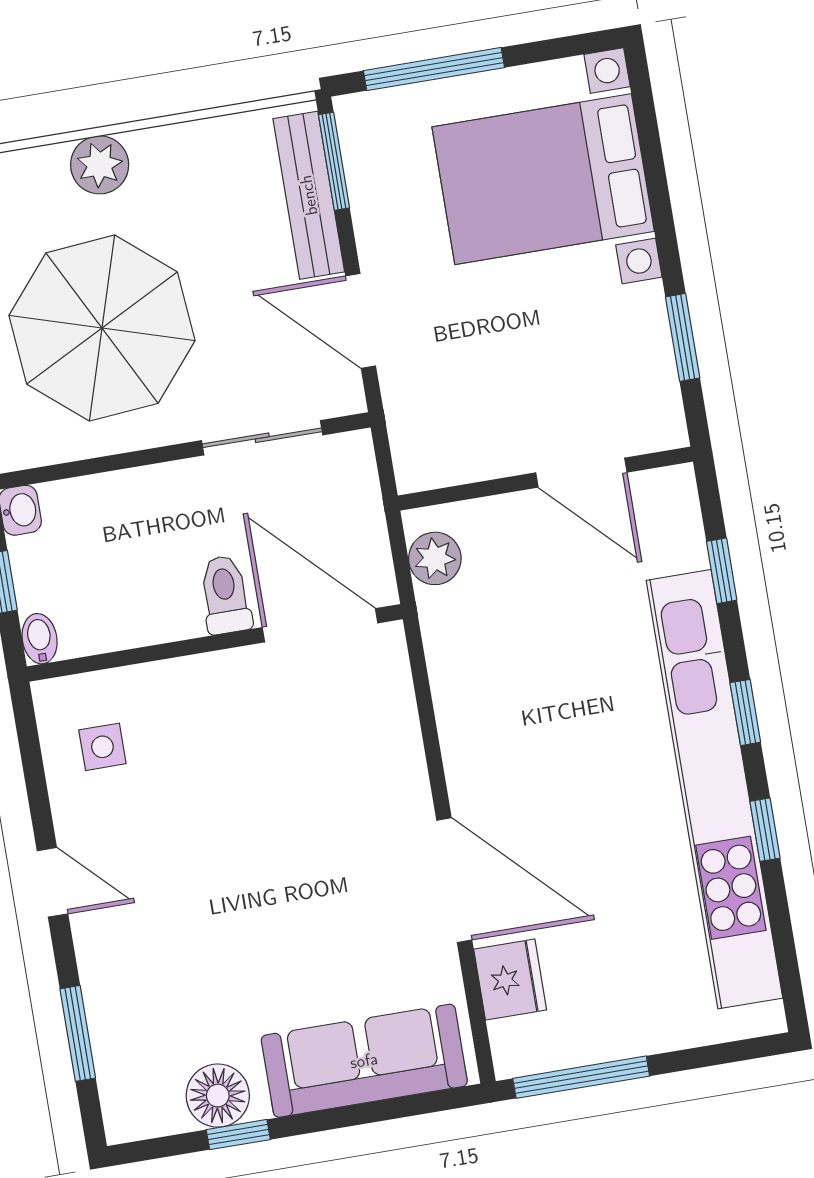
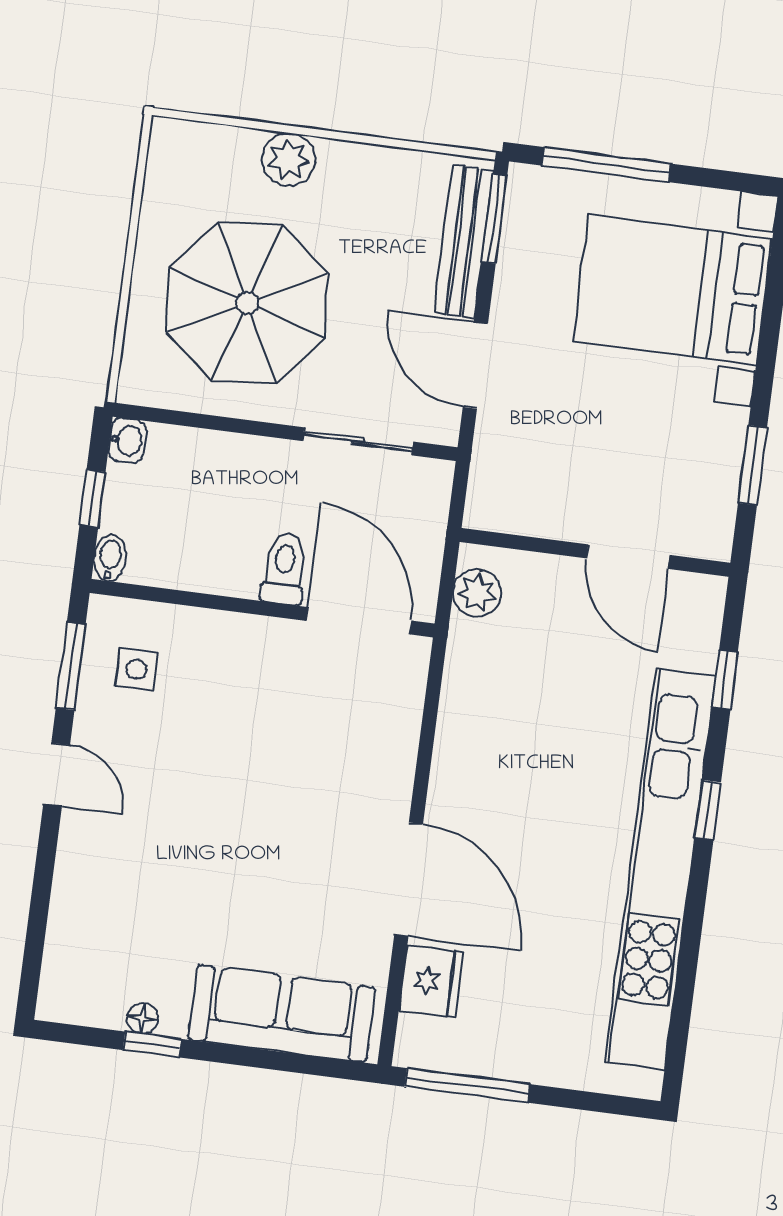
window: (765, 830) -> (694, 918), removed
window: (78, 1033) -> (71, 666), moved
floor lamp: (218, 1096) -> (143, 1018), width x0.53, depth x0.53

